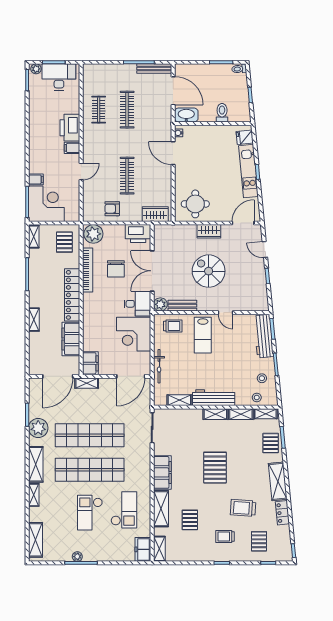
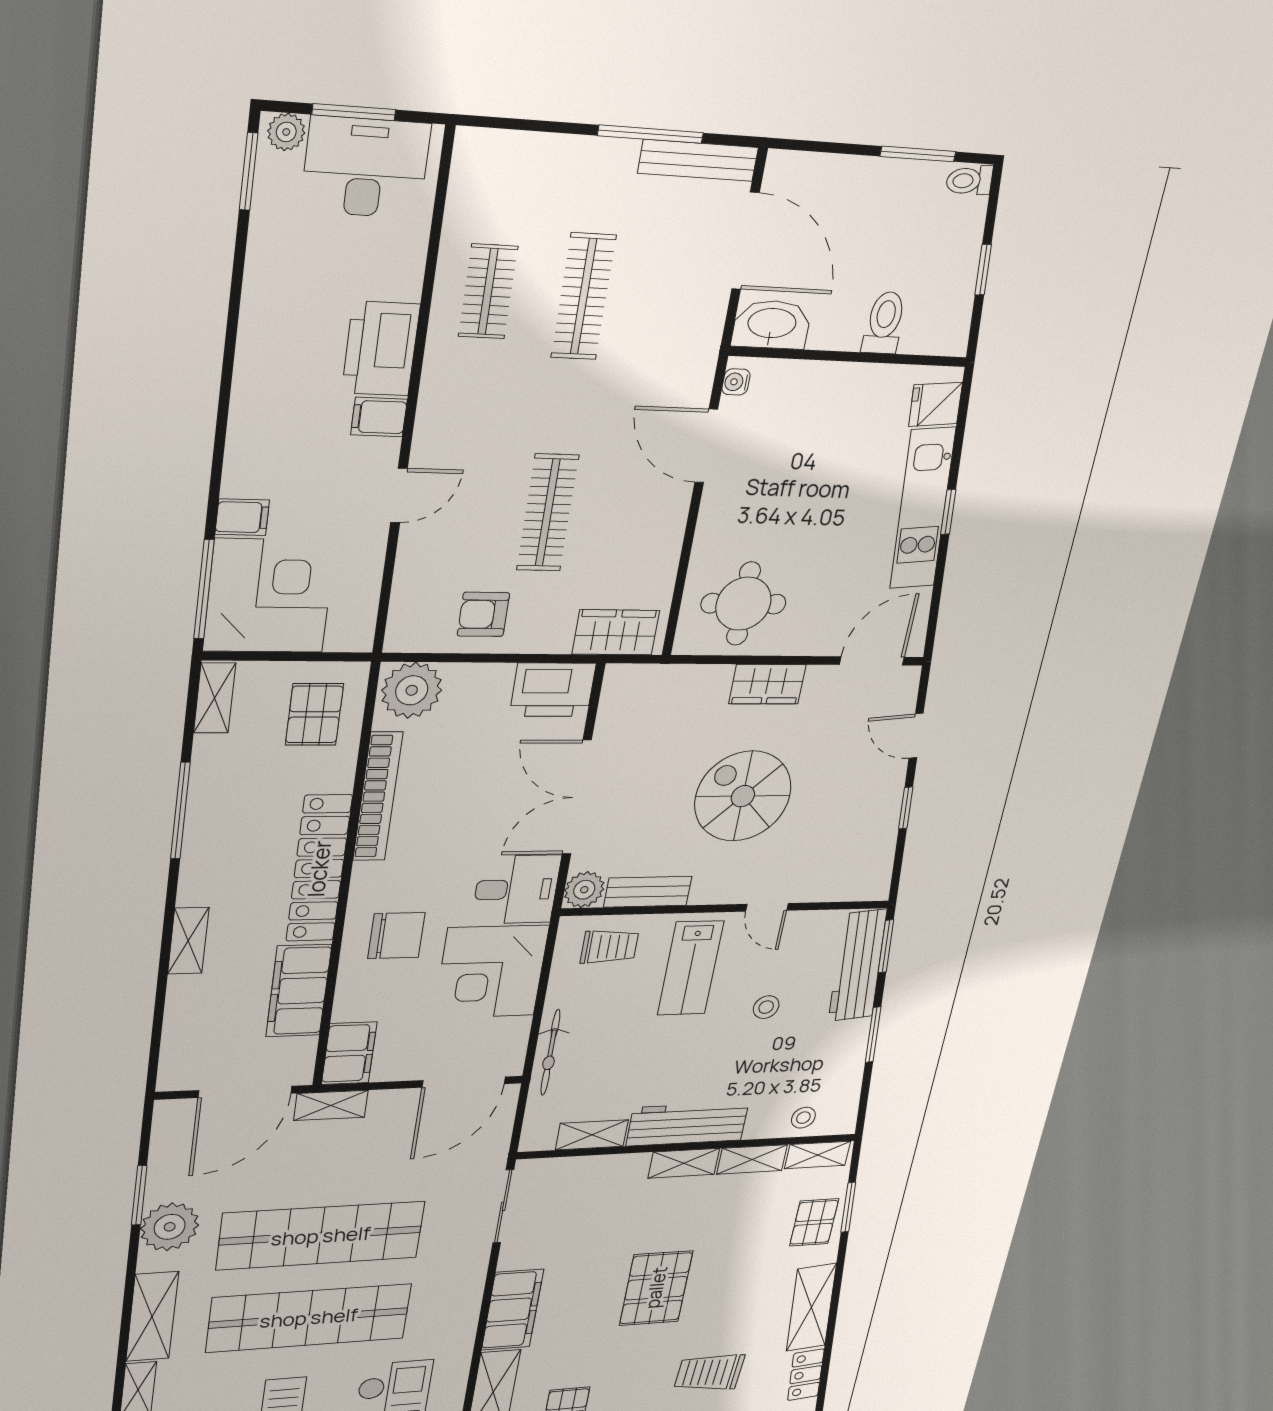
chair: (116, 269) -> (396, 936), moved, turned -90
stool: (262, 378) -> (766, 1007), moved

